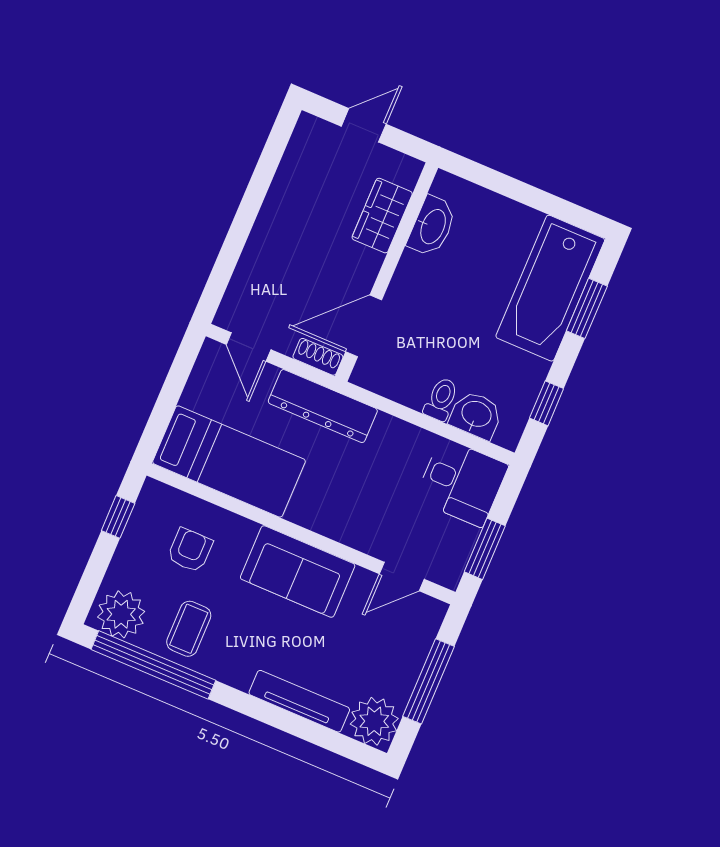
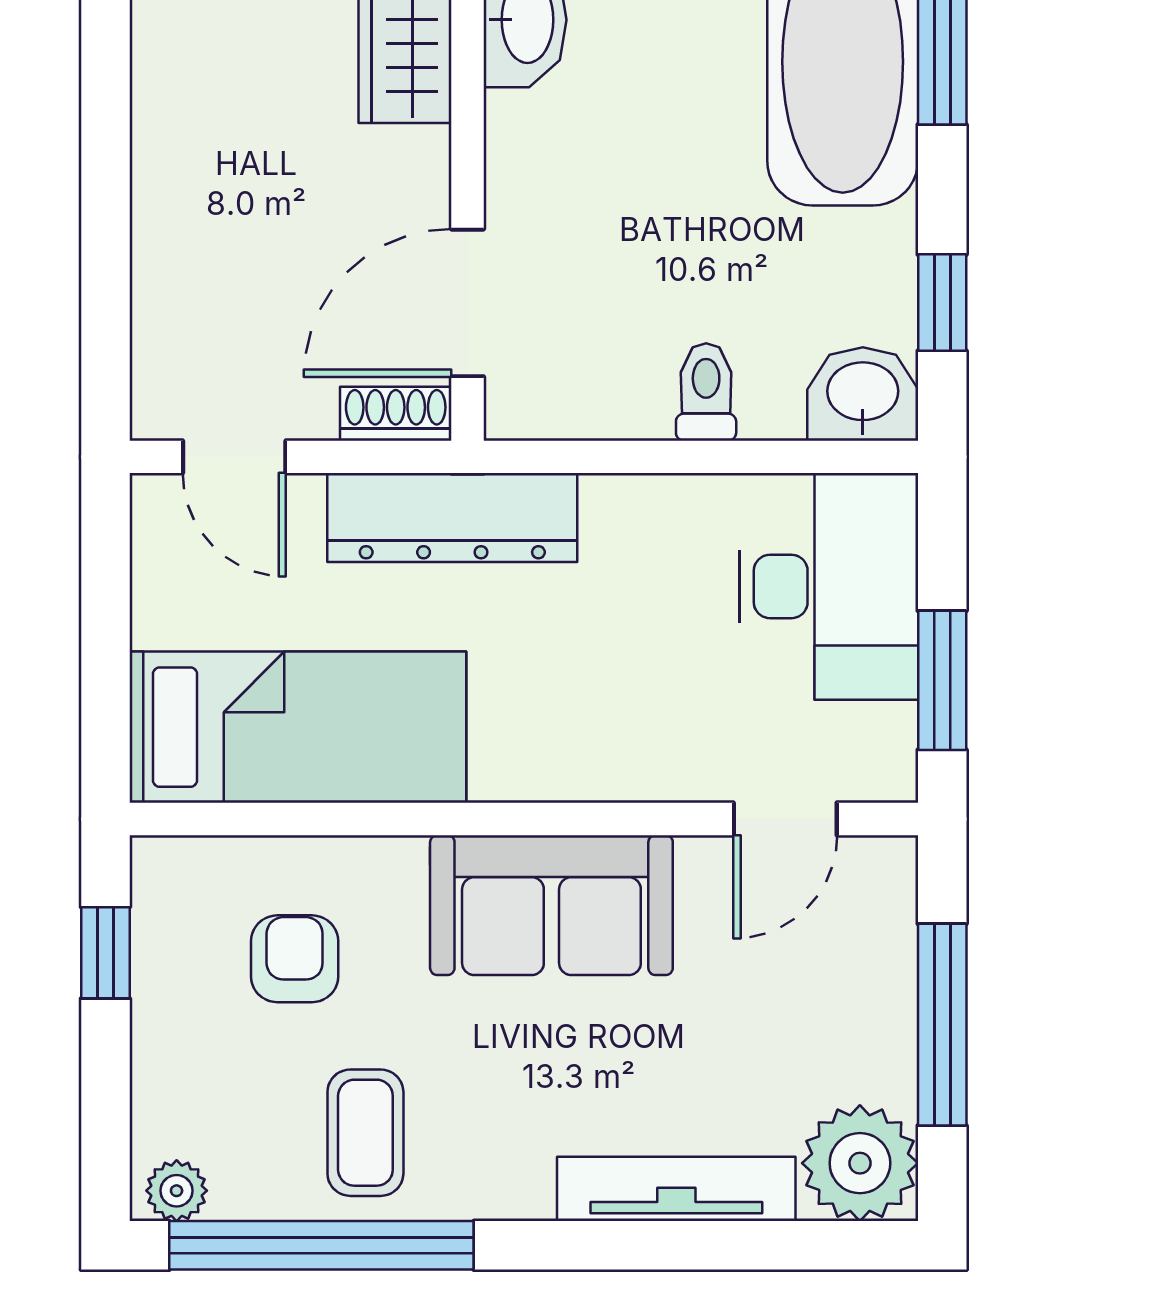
washbasin: (476, 415) -> (863, 394), moved
desk: (462, 482) -> (829, 586), width x1.37
plant: (121, 614) -> (177, 1191), width x0.53, depth x0.53

